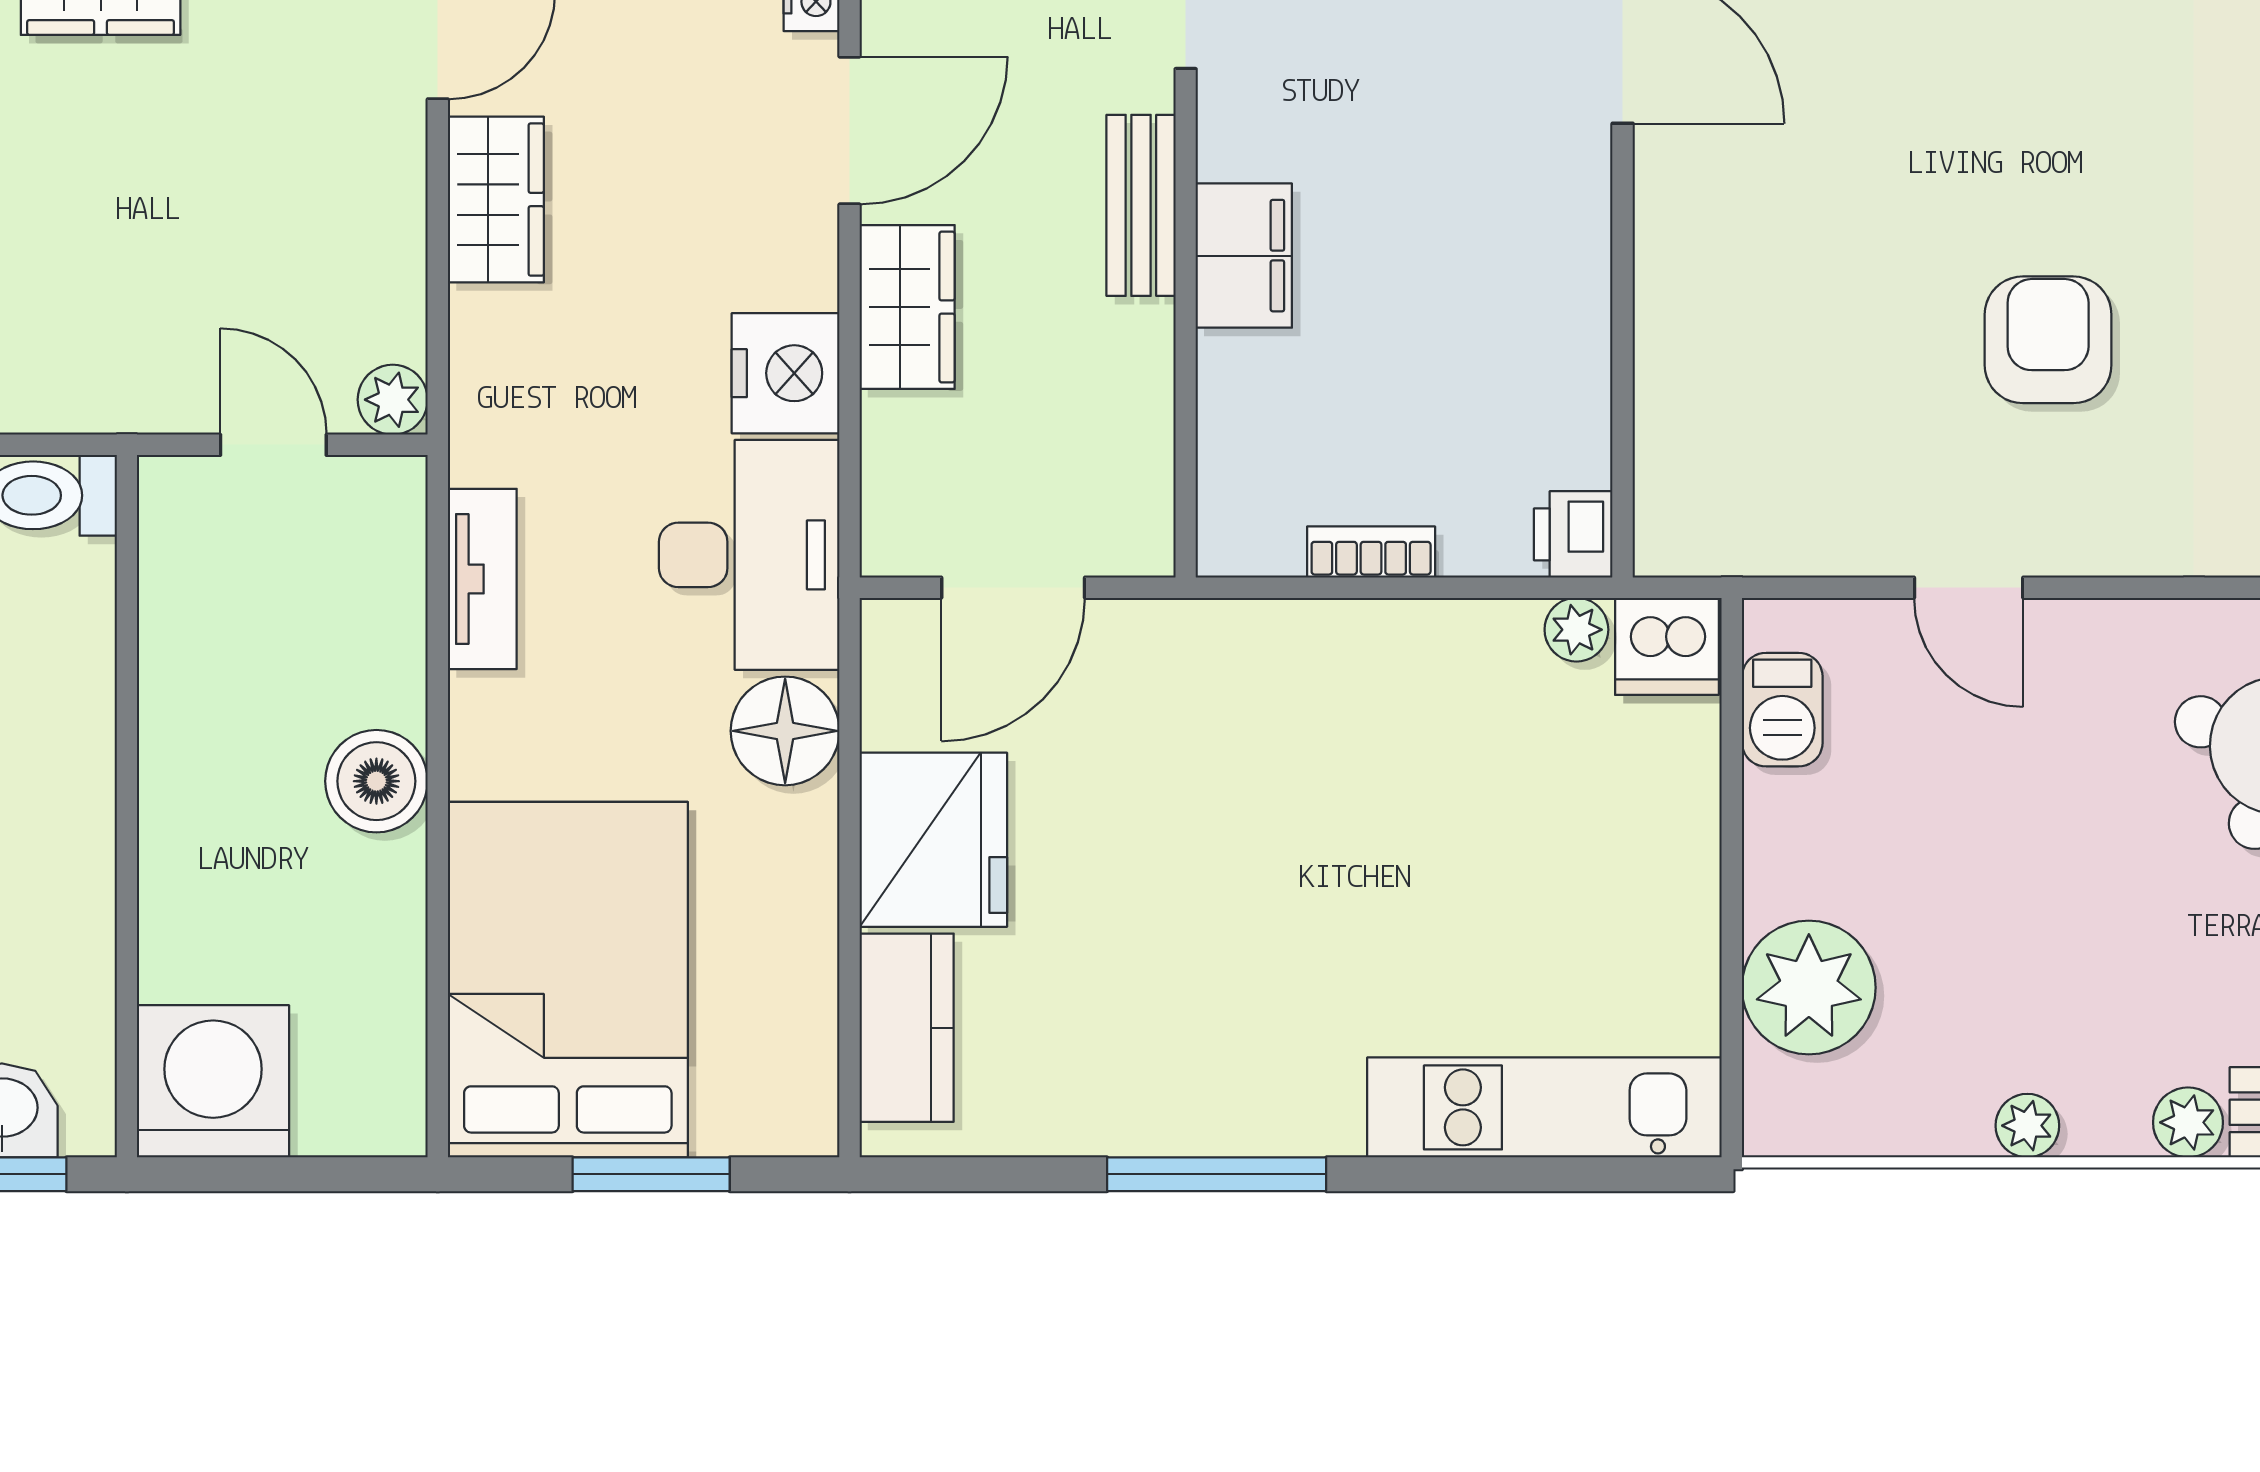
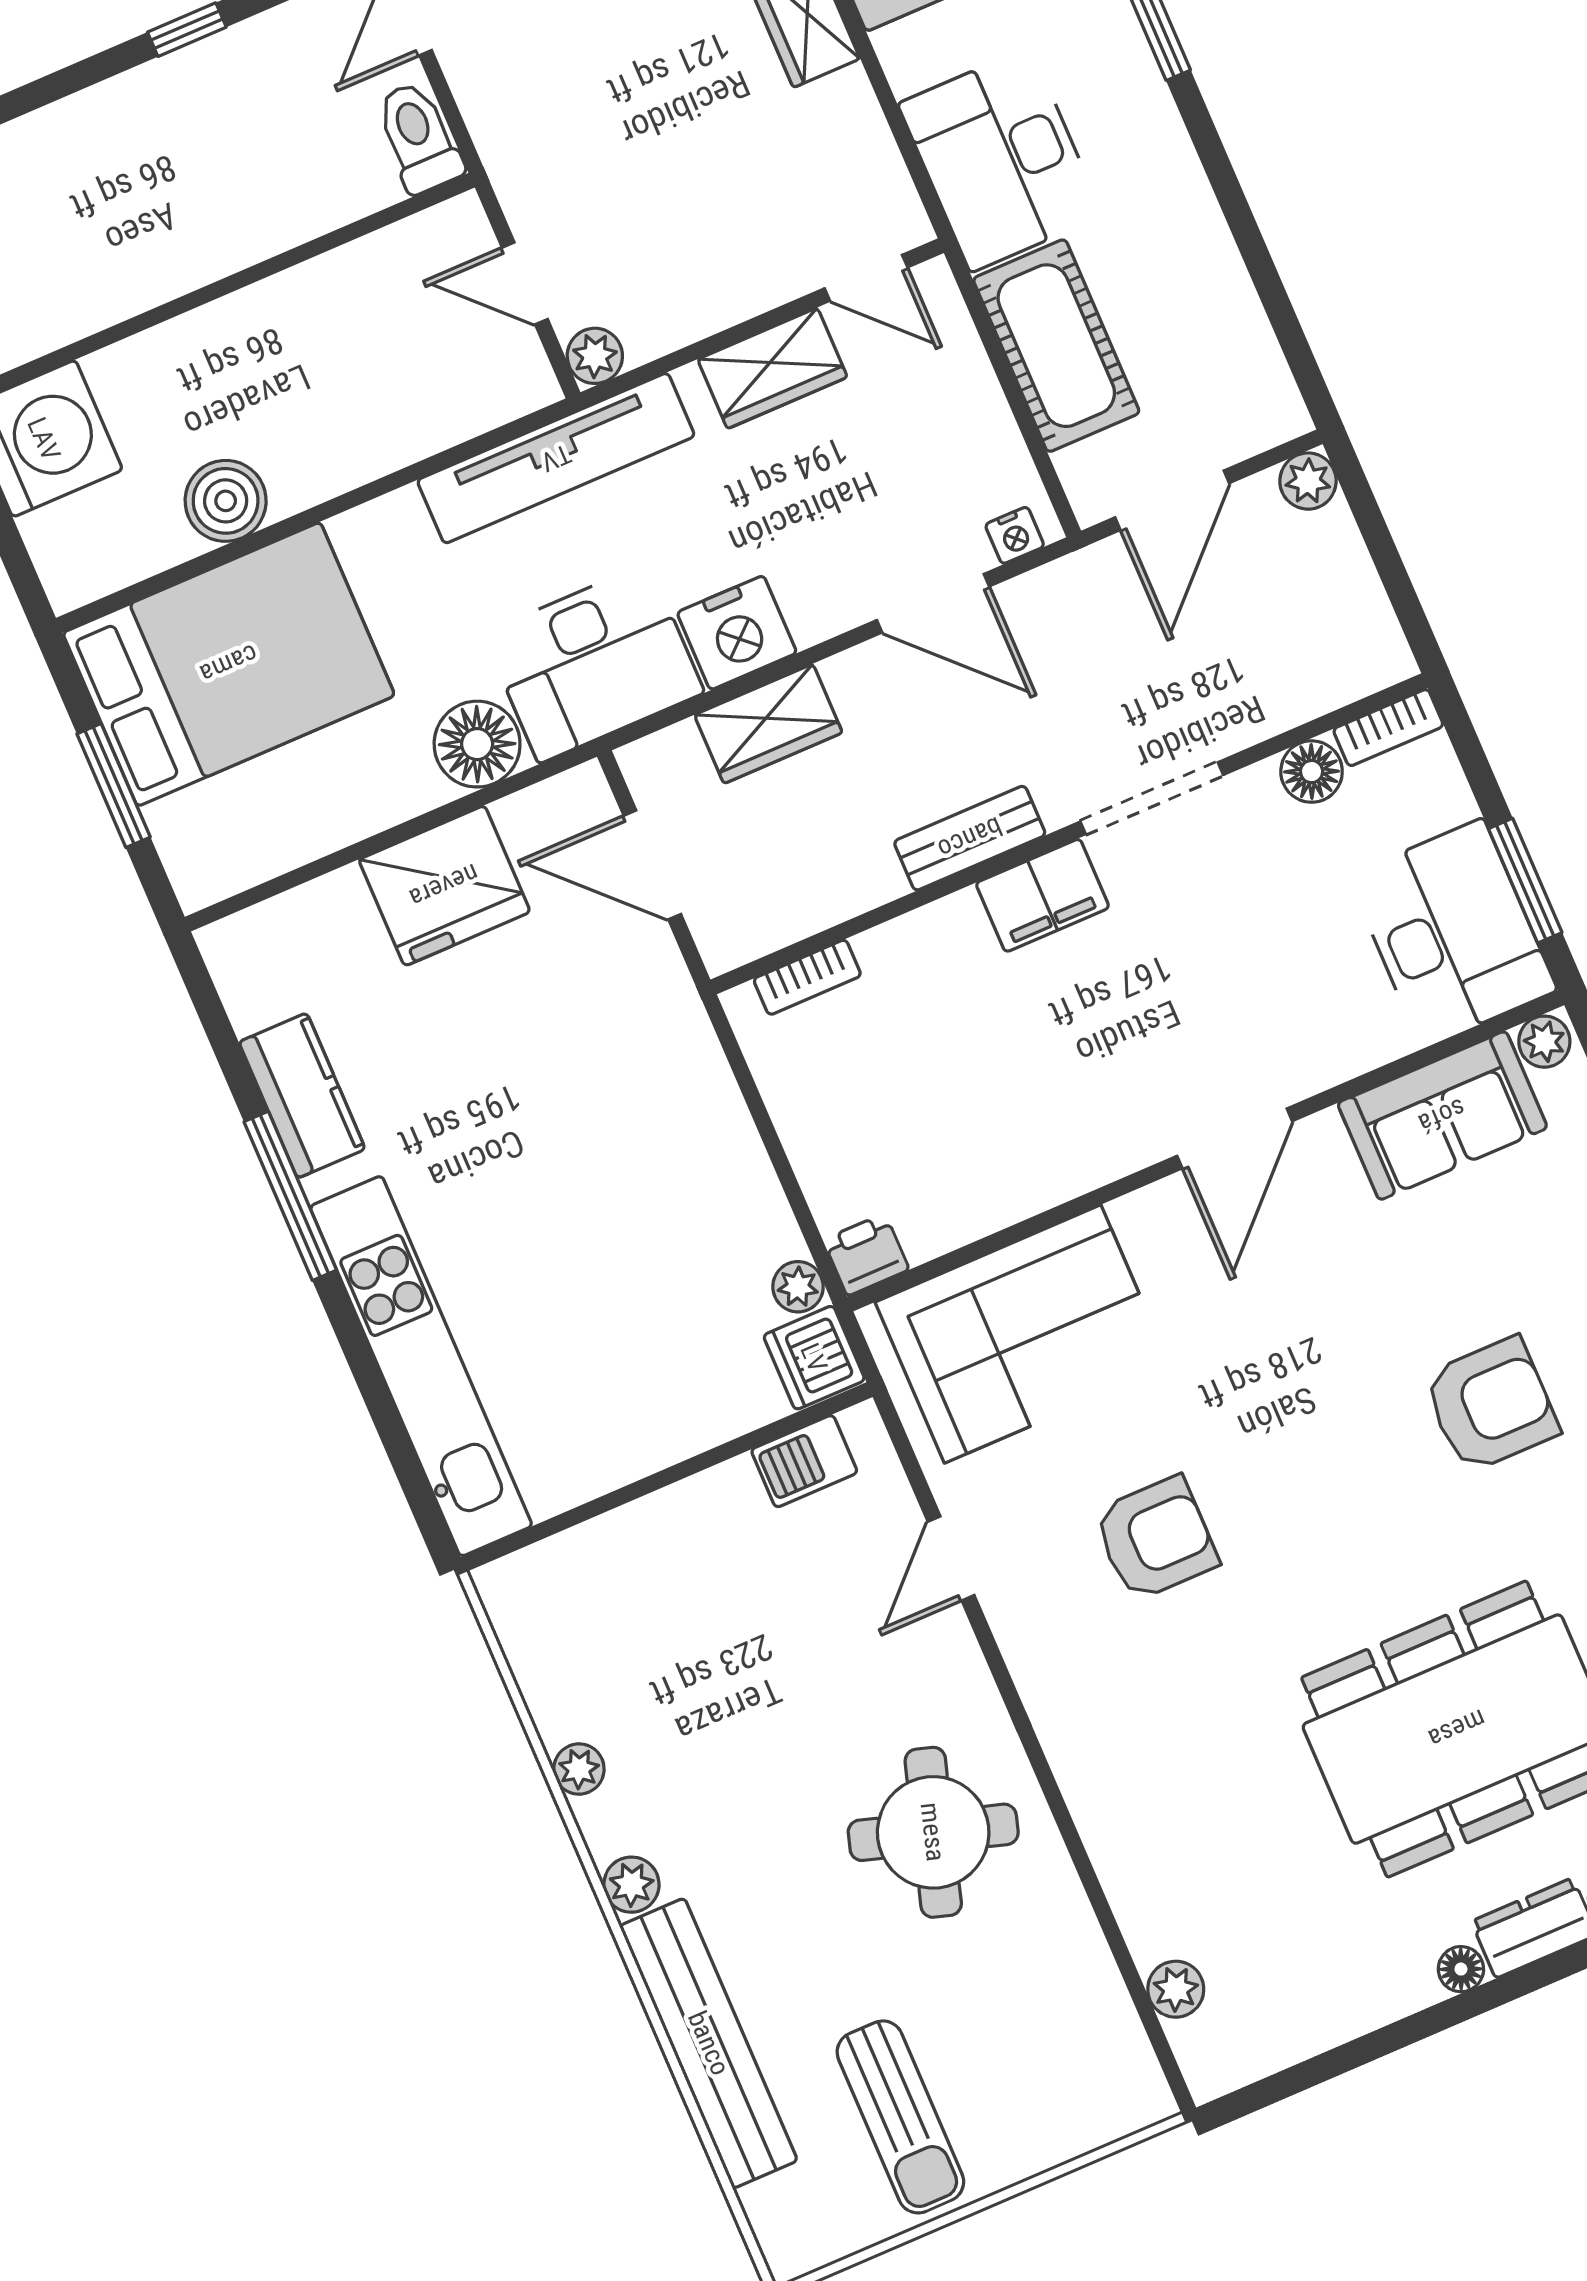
filing cabinet: (1244, 256) -> (1042, 895), moved
wardrobe: (907, 307) -> (768, 724), moved
corner sofa: (1744, 392) -> (1023, 1334), added
door: (273, 445) -> (525, 283), swing flipped
bookcase: (1371, 552) -> (807, 977), moved, turned 90
tv unit: (482, 579) -> (556, 458), width x1.92, depth x1.29
boiler: (376, 781) -> (226, 501), moved
plant: (1809, 988) -> (611, 1567), removed
kitchen counter: (907, 1028) -> (302, 1096), moved, turned -90
kitchen unit: (1544, 1107) -> (421, 1366), width x1.36

